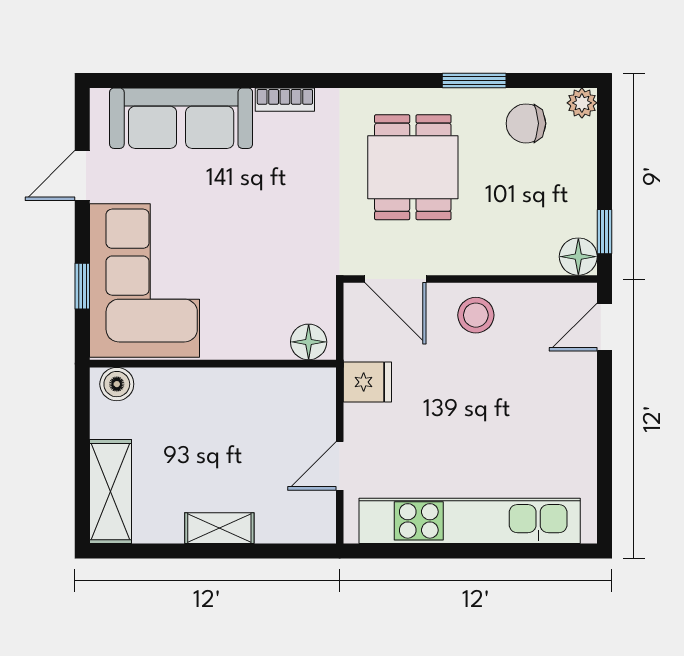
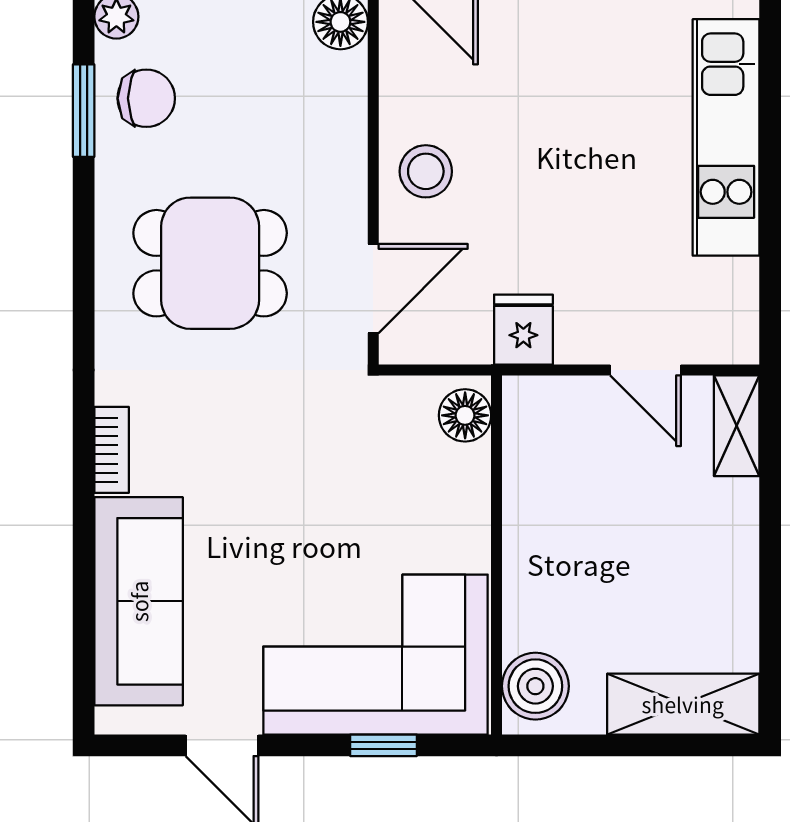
window: (474, 81) -> (84, 111), moved
chair: (526, 123) -> (146, 98), turned -90
boiler: (117, 384) -> (535, 686), width x1.36, depth x1.36
kitchen unit: (470, 521) -> (726, 137), width x0.73
shelving: (219, 528) -> (737, 426), moved

